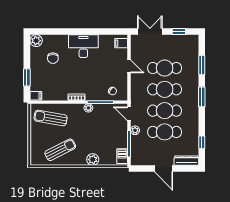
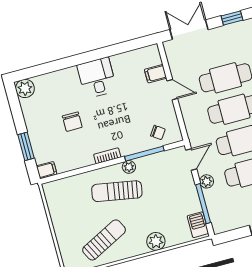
filing cabinet: (121, 43) -> (156, 74), moved
desk: (83, 46) -> (97, 78), width x0.73
chair: (53, 58) -> (72, 122), moved
door: (129, 114) -> (191, 160), swing flipped
sun lounger: (51, 118) -> (117, 191), moved

